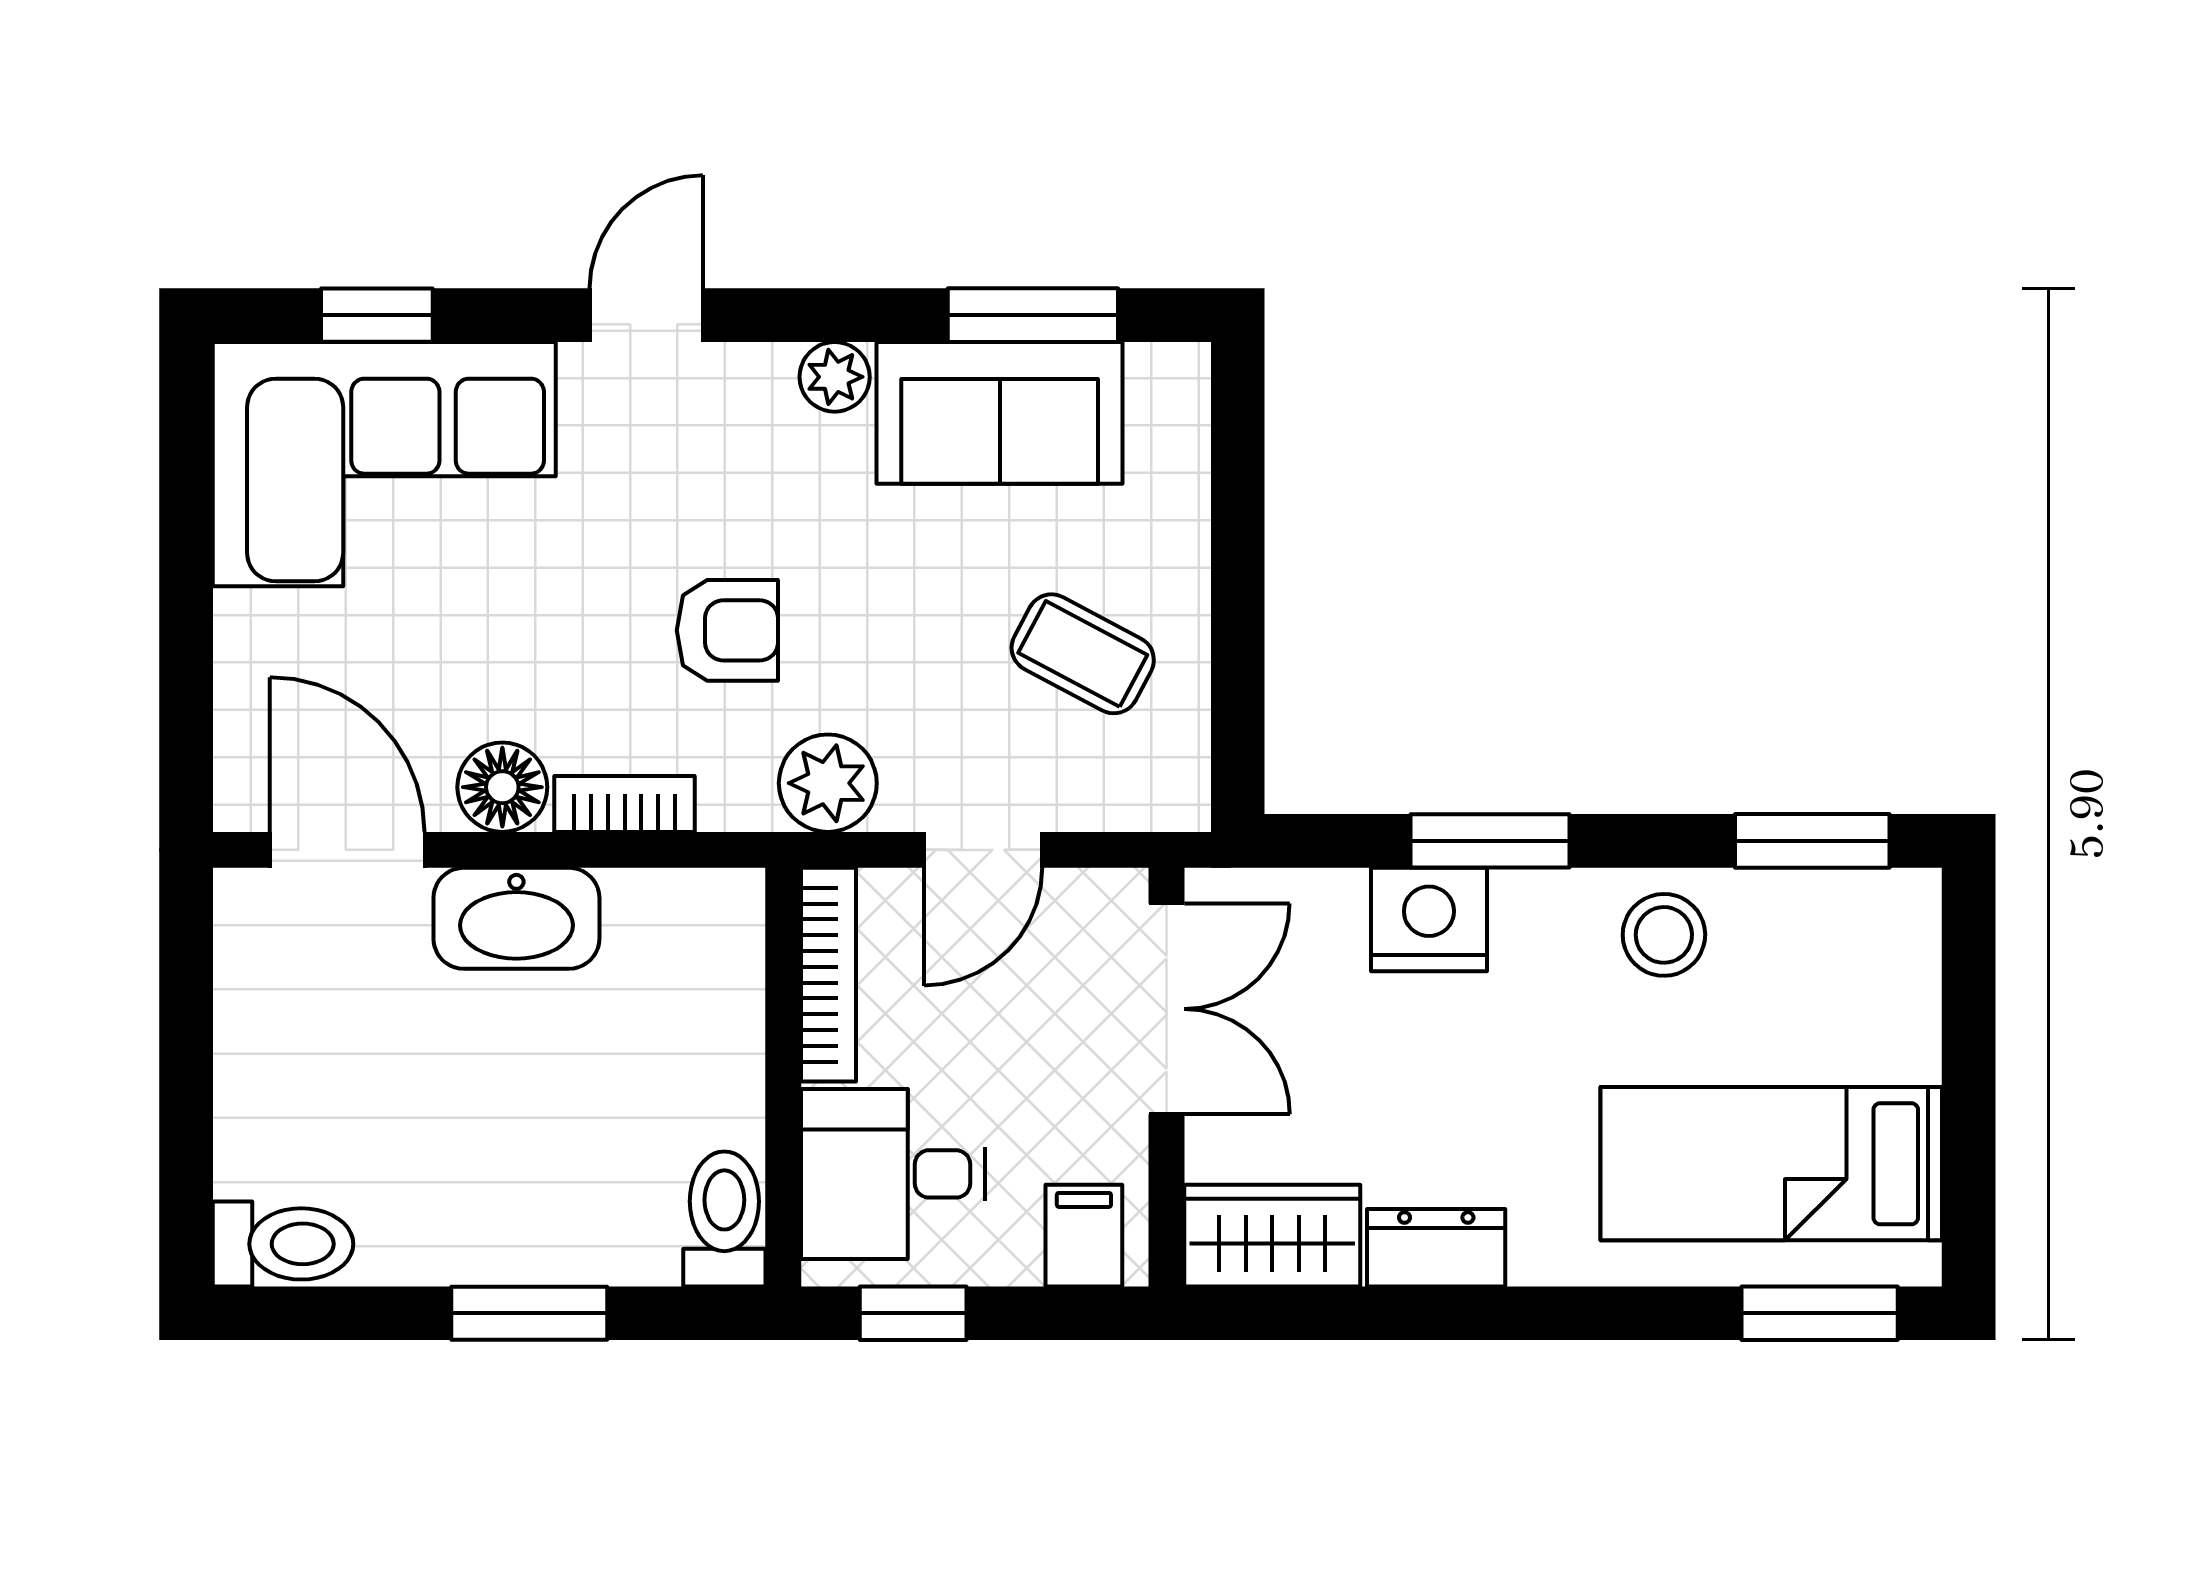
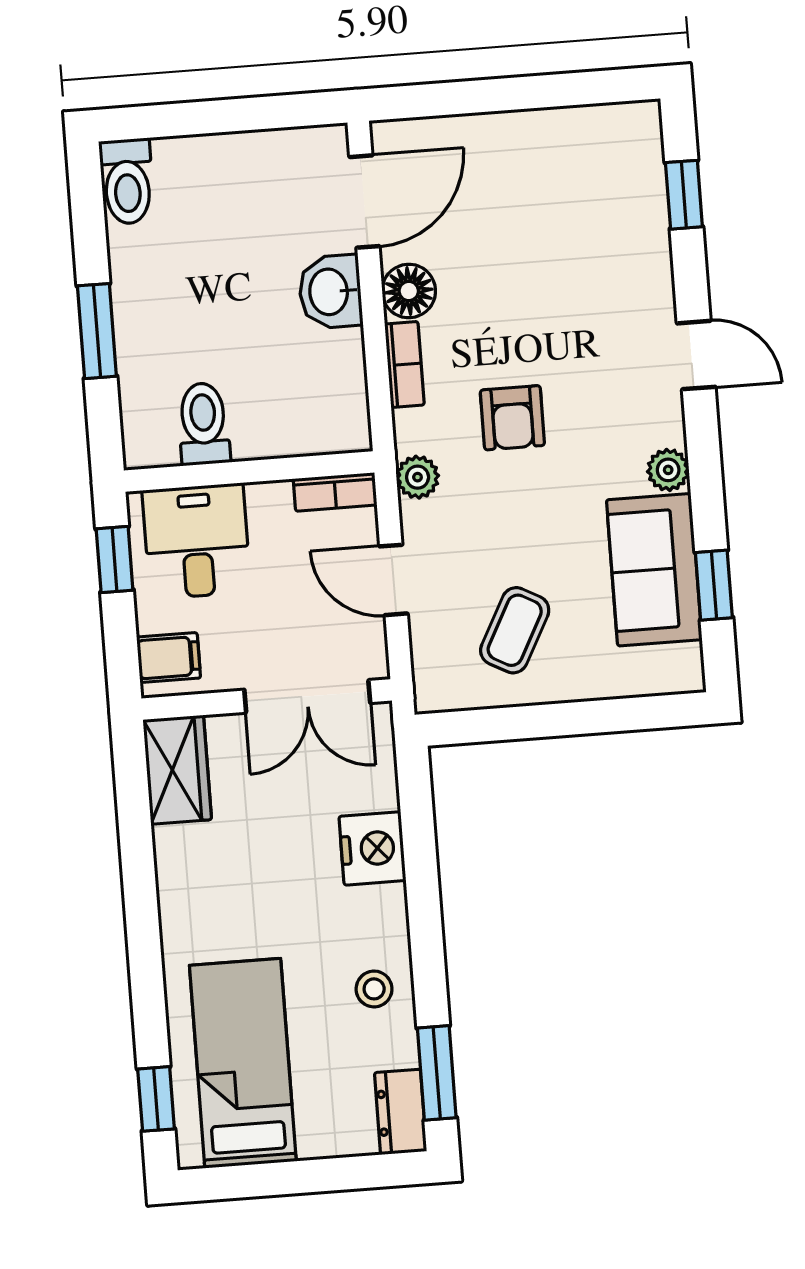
window: (1033, 315) -> (714, 585), width x0.67
corner sofa: (384, 464) -> (596, 206), removed
plant: (828, 783) -> (418, 477), width x0.73, depth x0.73
window: (1490, 841) -> (422, 881), removed
washbasin: (516, 918) -> (330, 292), width x0.72
stool: (1664, 935) -> (374, 989), width x0.73, depth x0.73
bookcase: (828, 975) -> (335, 492), width x0.64
toilet: (724, 1219) -> (204, 424), moved, turned -90
dresser: (1436, 1248) -> (401, 1112), moved, turned 180
window: (1820, 1313) -> (156, 1099), width x0.67

